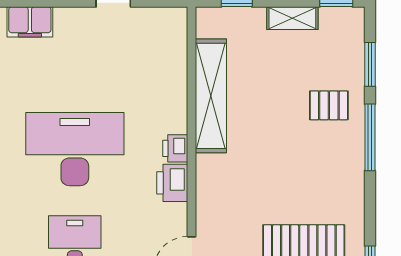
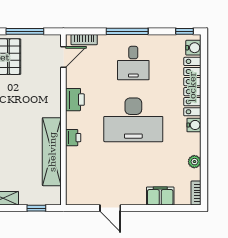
printer: (175, 148) -> (73, 138), moved

